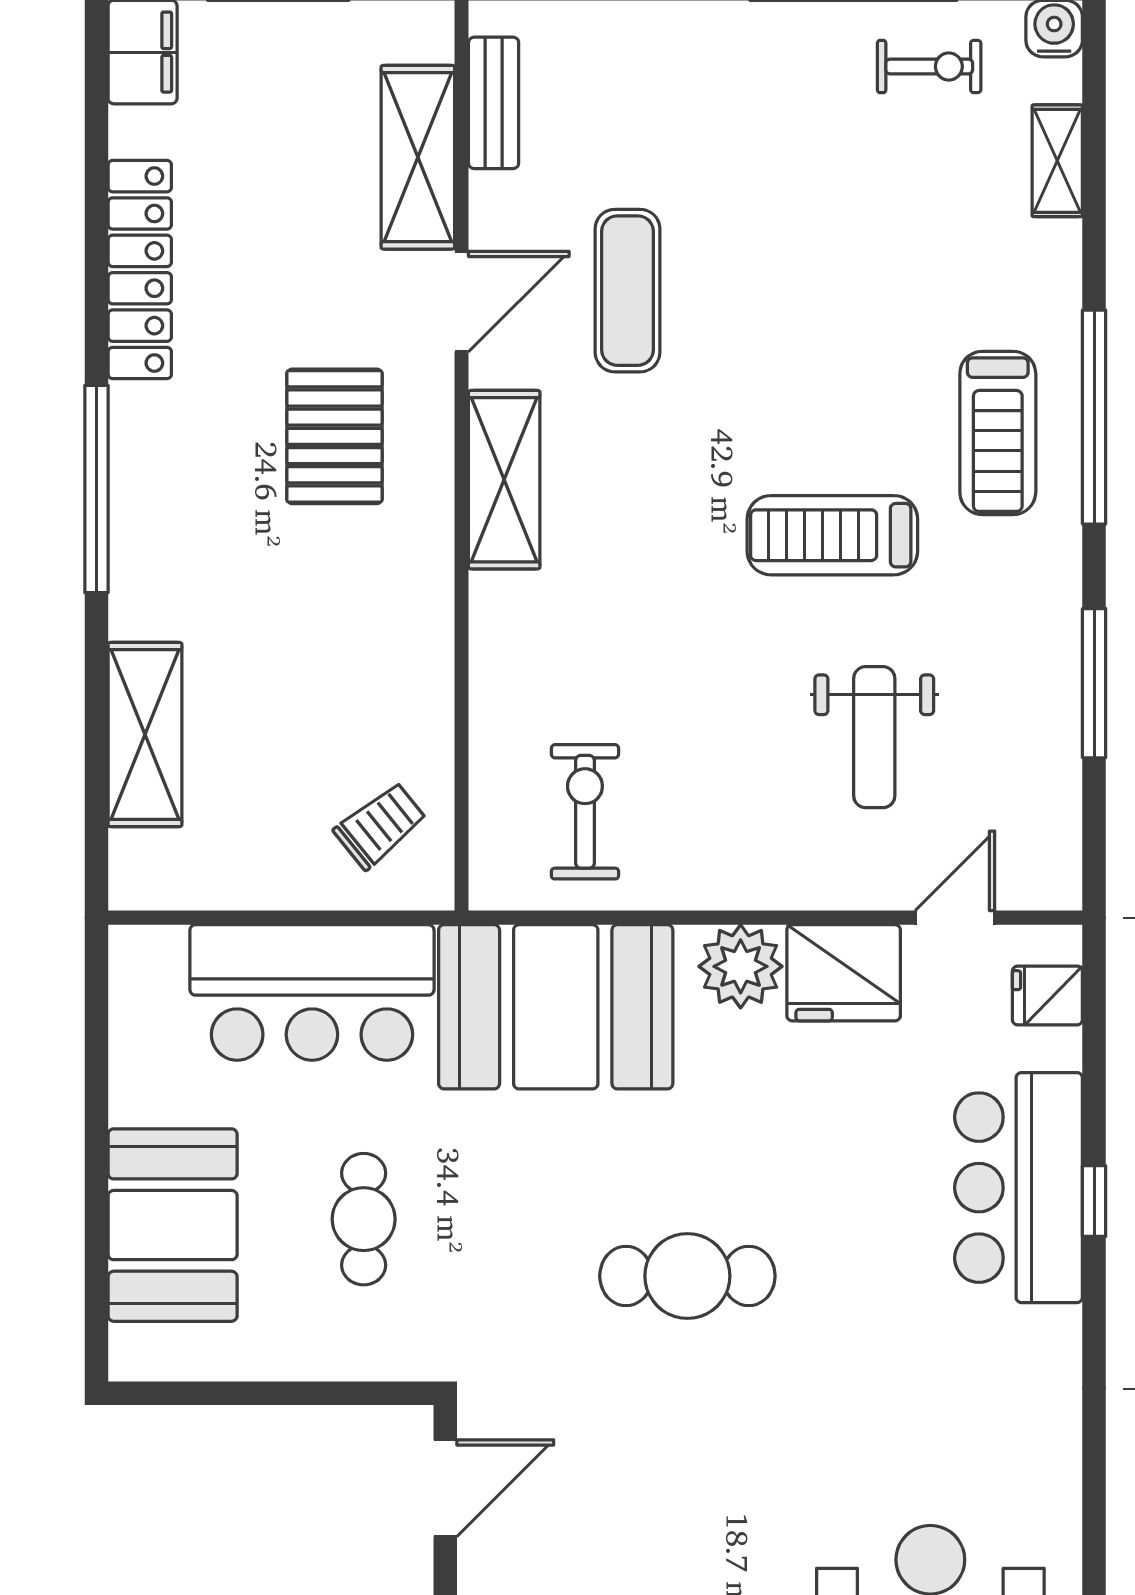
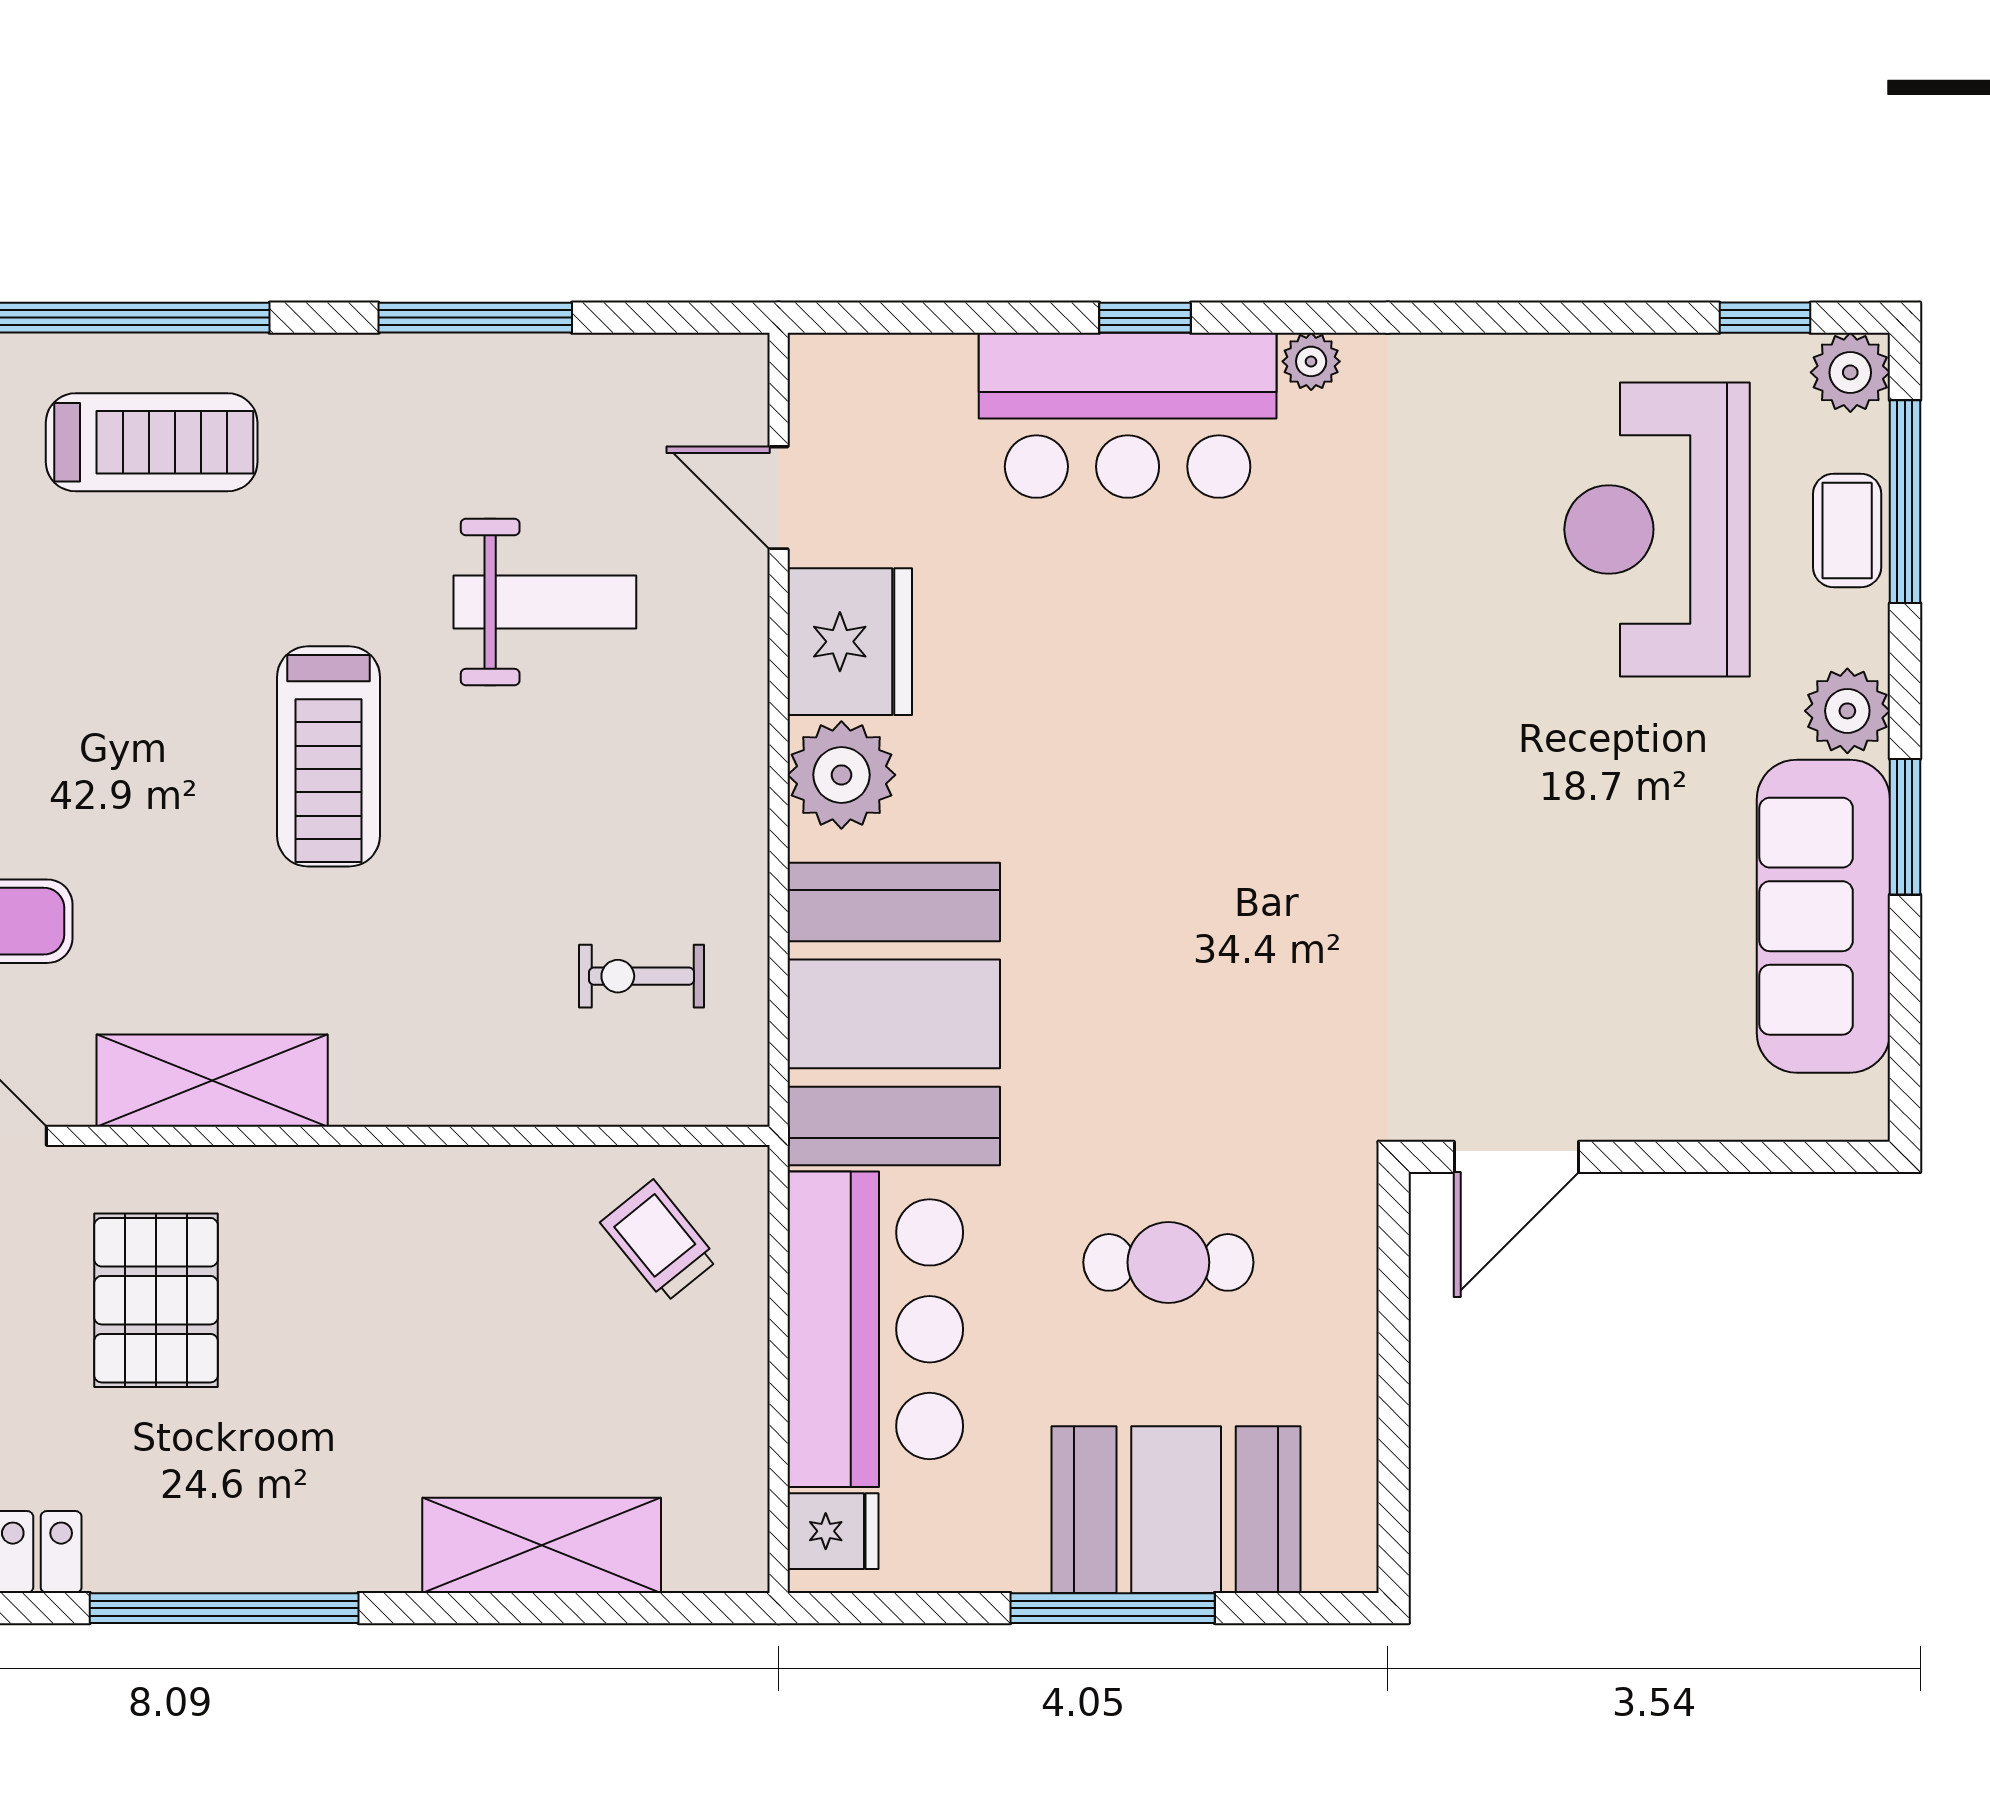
pallet: (334, 436) -> (156, 1300), turned 90
treadmill: (832, 535) -> (329, 756), moved
exercise bike: (585, 812) -> (641, 976), width x0.73, depth x0.72
fridge: (1047, 995) -> (833, 1531), moved, turned -90
window: (96, 1176) -> (1113, 1608), added
cafe table: (687, 1276) -> (1242, 844), removed
plant: (1060, 1329) -> (1311, 361), added
door: (445, 1488) -> (1516, 1157), swing flipped

